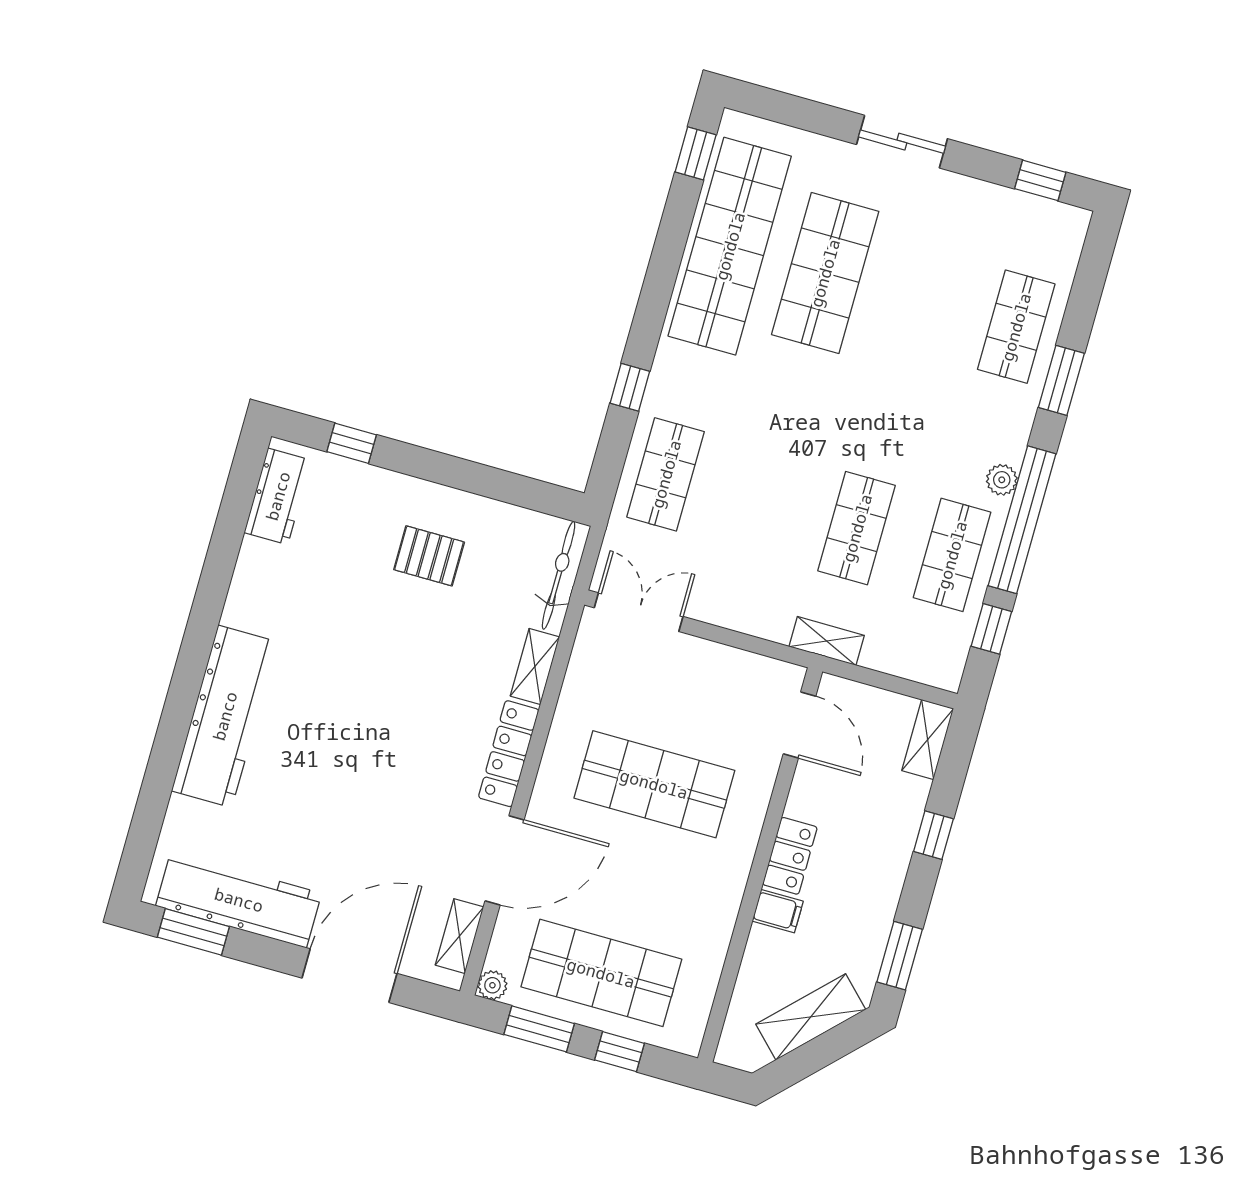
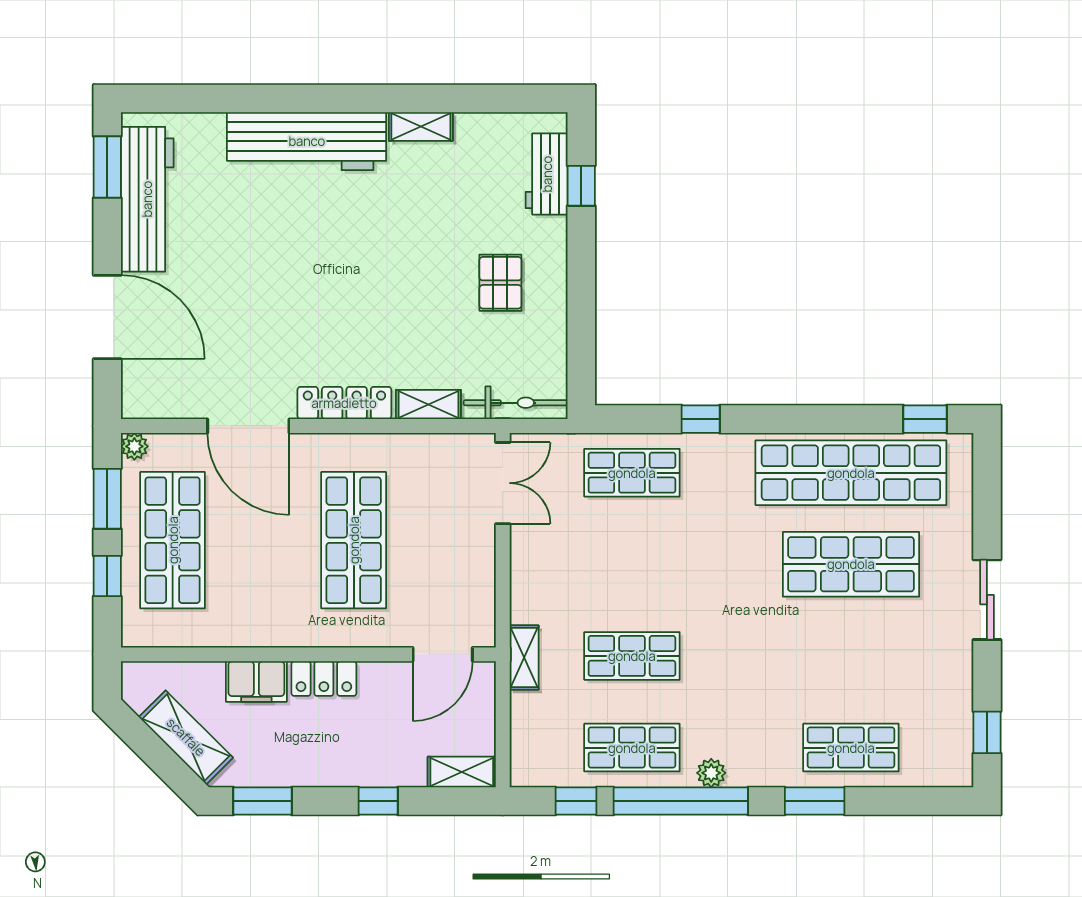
workbench: (278, 496) -> (547, 174), moved, turned 90
filing cabinet: (778, 911) -> (256, 682), width x2.00
shelving: (459, 936) -> (421, 127), moved

